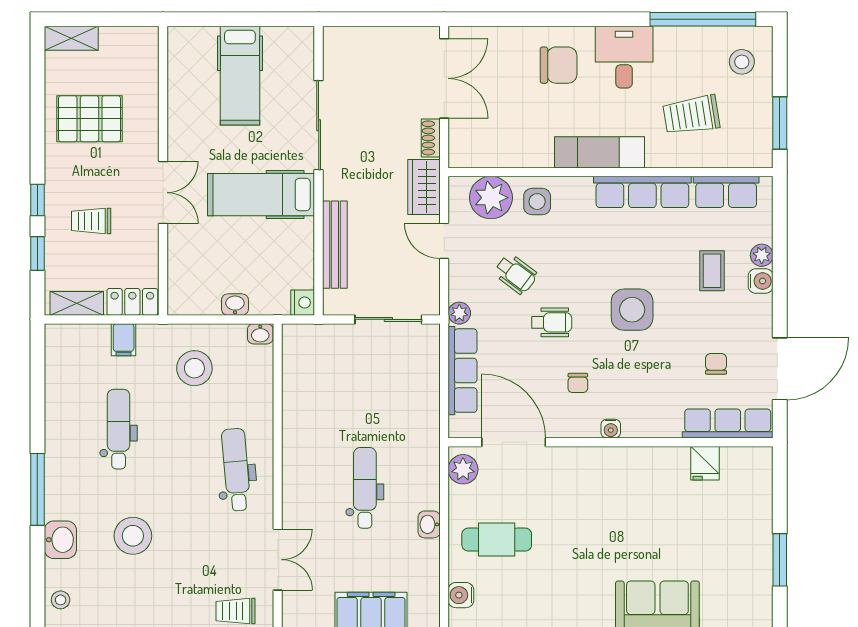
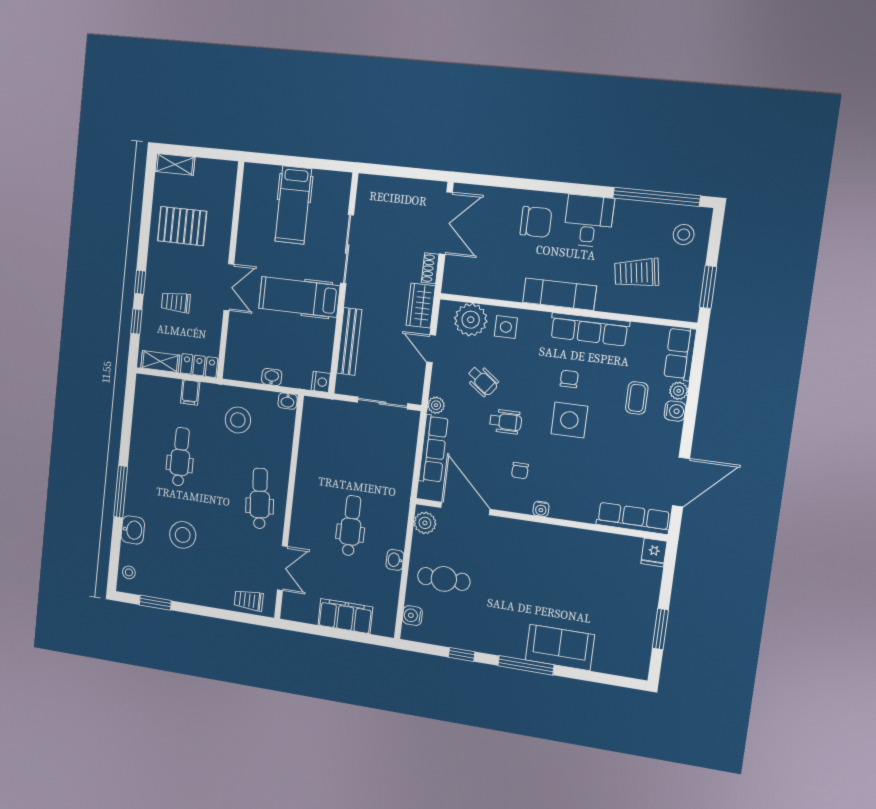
row of seats: (726, 192) -> (680, 354), moved, turned 90
chair: (716, 364) -> (569, 379), moved
fridge: (705, 463) -> (654, 553), moved

